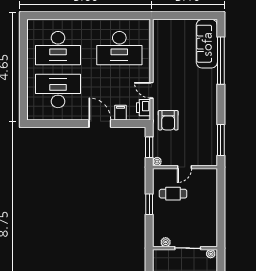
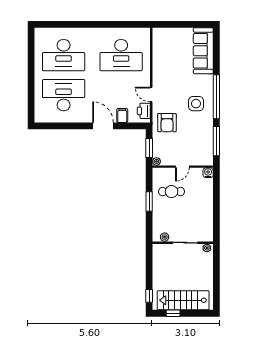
window: (221, 61) -> (216, 97), moved
side table: (199, 100) -> (196, 104), added
water cooler: (212, 174) -> (208, 173), added

